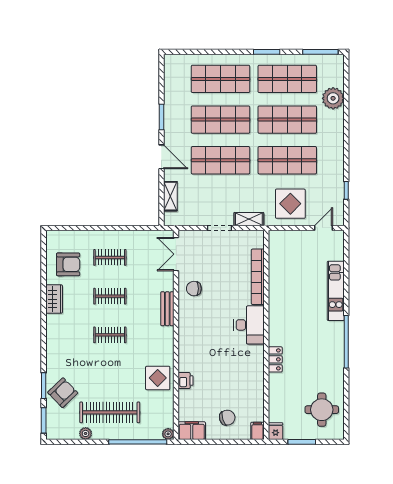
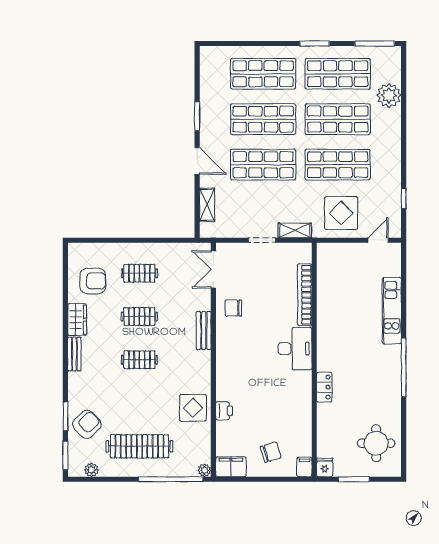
bench: (52, 330) -> (74, 354), added
plant: (86, 433) -> (92, 470), moved

